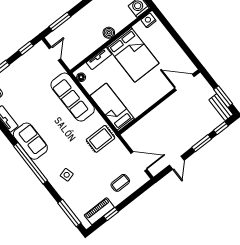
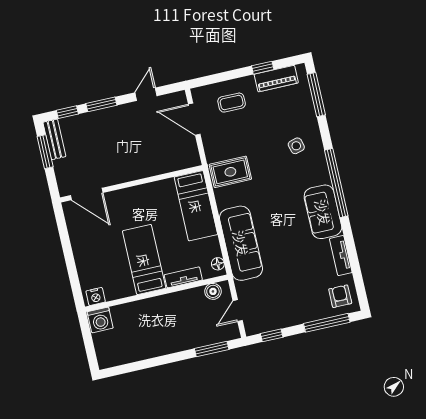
boiler: (109, 33) -> (213, 291), moved
bed: (133, 55) -> (144, 260), width x0.67

